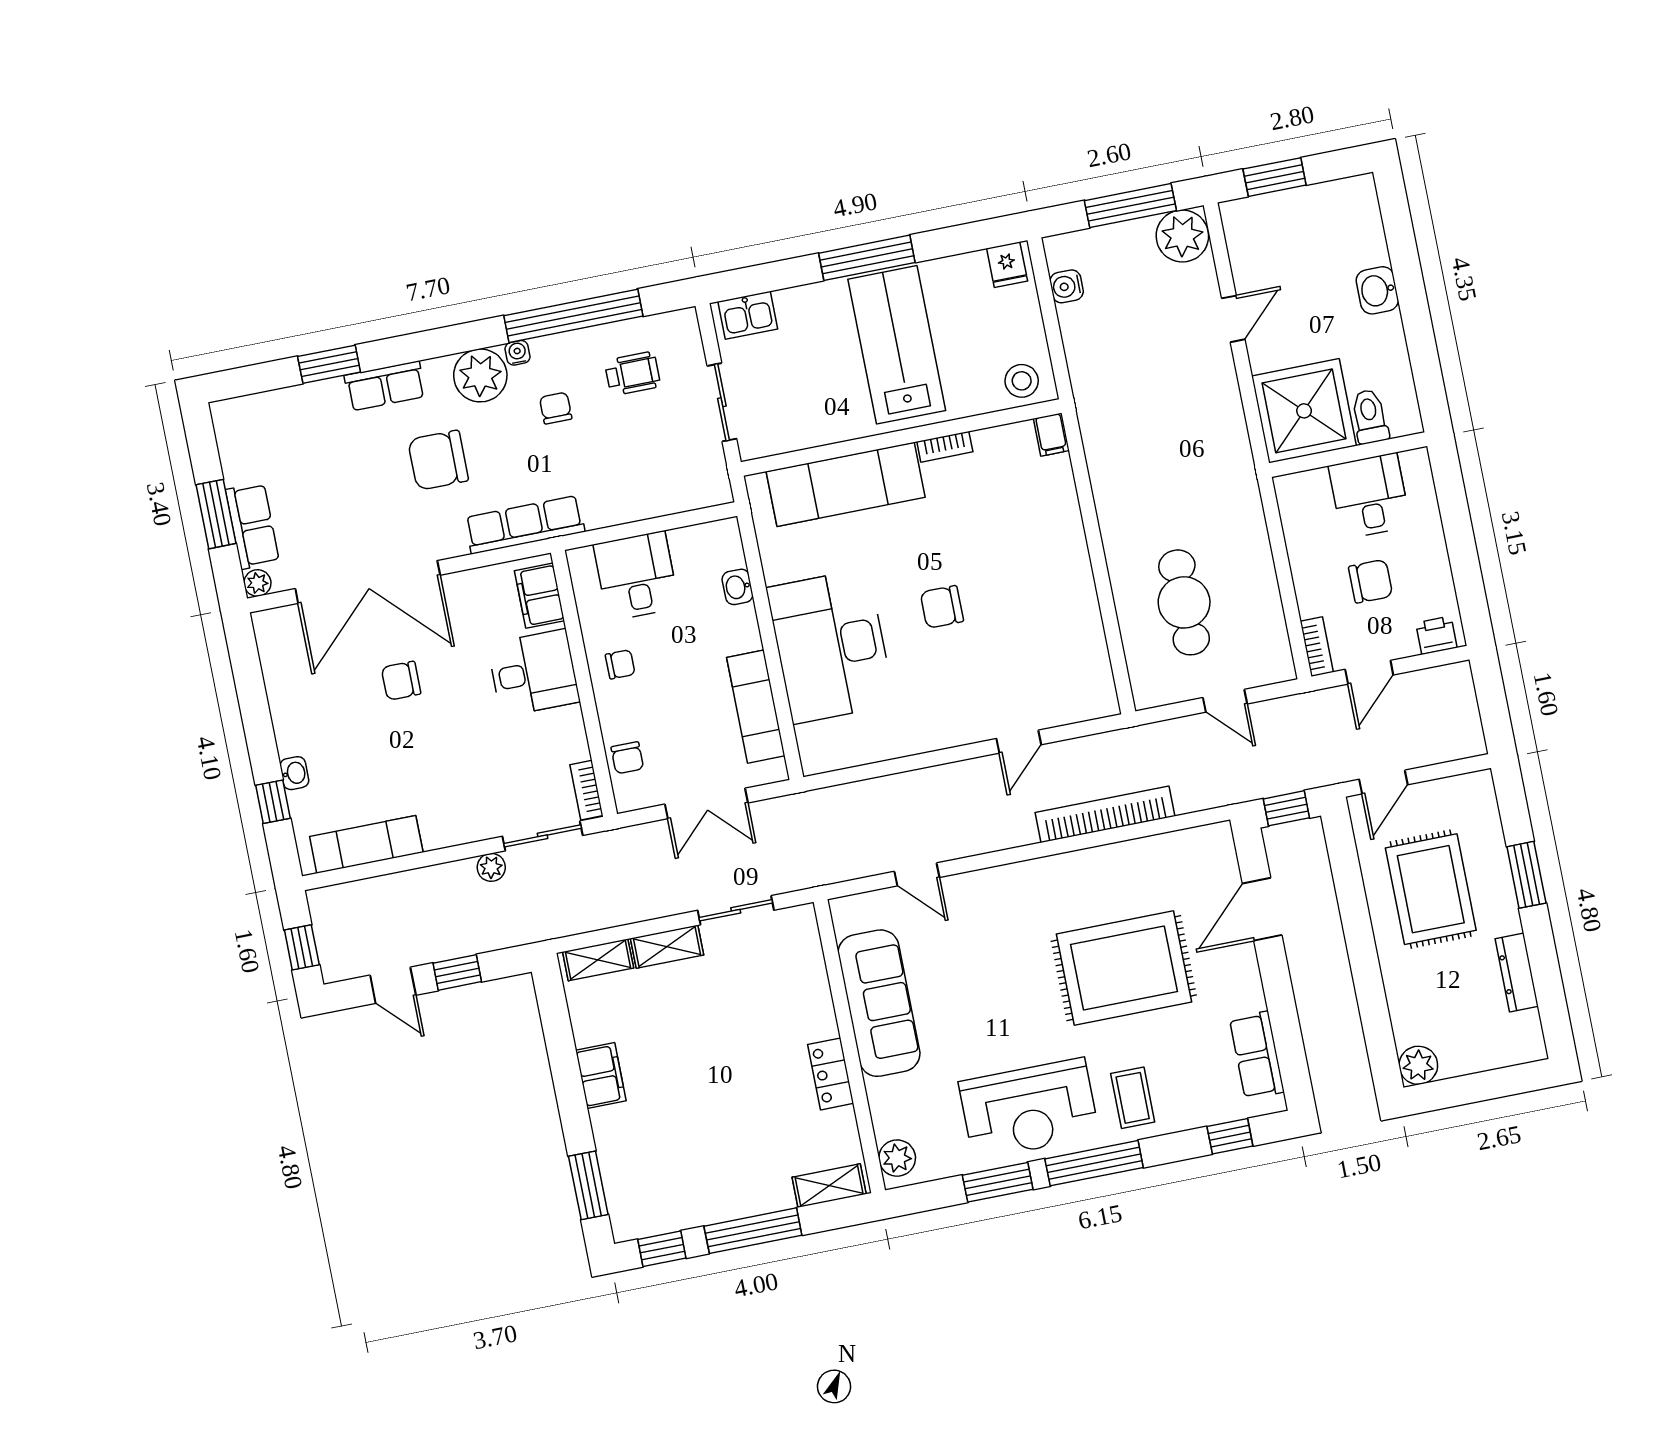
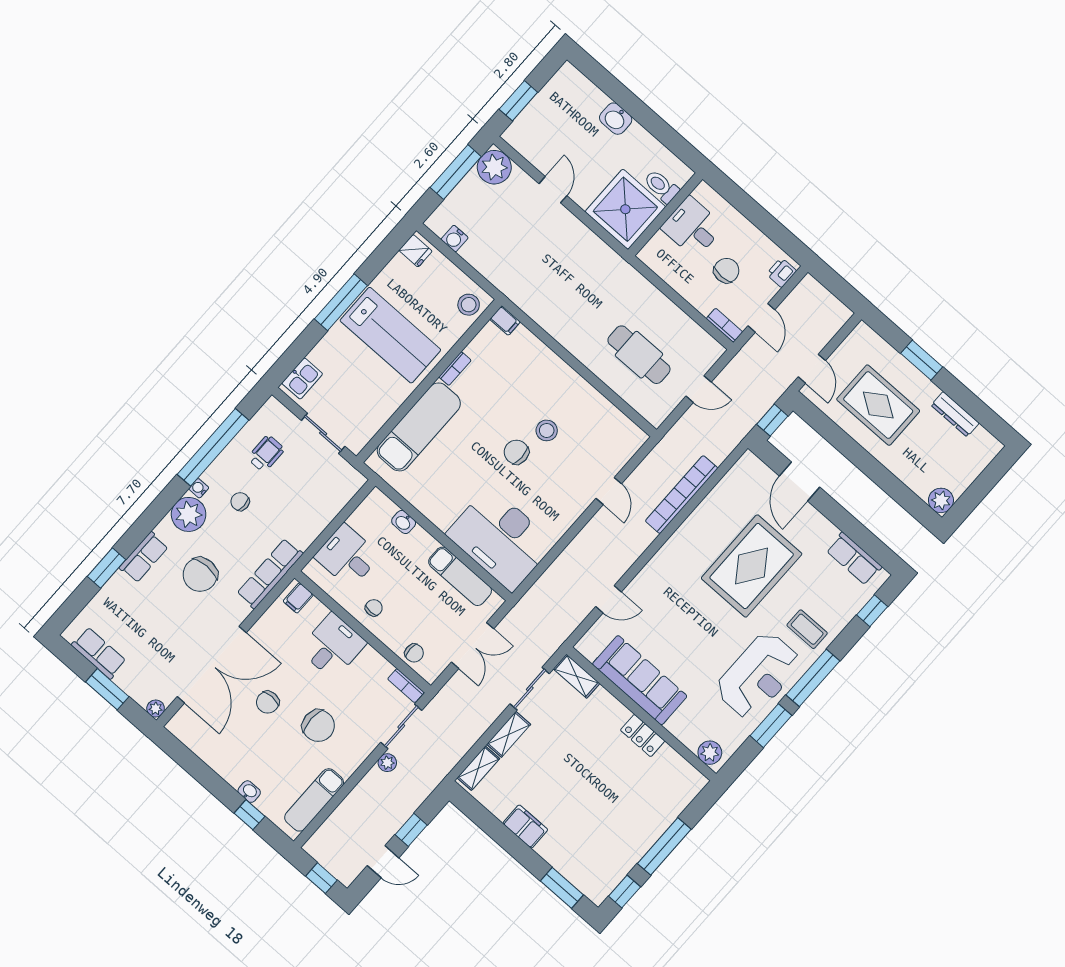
lab bench: (897, 345) -> (390, 335), turned 180
row of seats: (252, 526) -> (99, 653), moved
filing cabinet: (539, 596) -> (298, 598), width x0.50
chair: (942, 607) -> (516, 452), turned 90
stool: (999, 609) -> (547, 430), added
desk: (831, 646) -> (501, 539), moved
chair: (441, 757) -> (318, 726), added
shelving: (829, 1186) -> (577, 676), moved, turned 90

